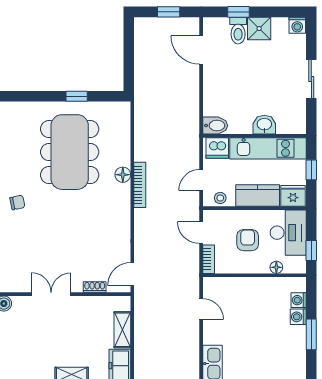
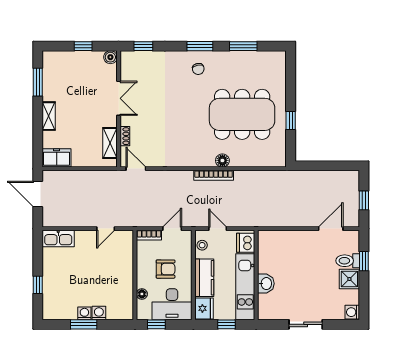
bidet: (215, 126) -> (265, 241), removed
washing machine: (299, 300) -> (84, 313), moved
shelving: (122, 330) -> (110, 143), moved, turned 90

